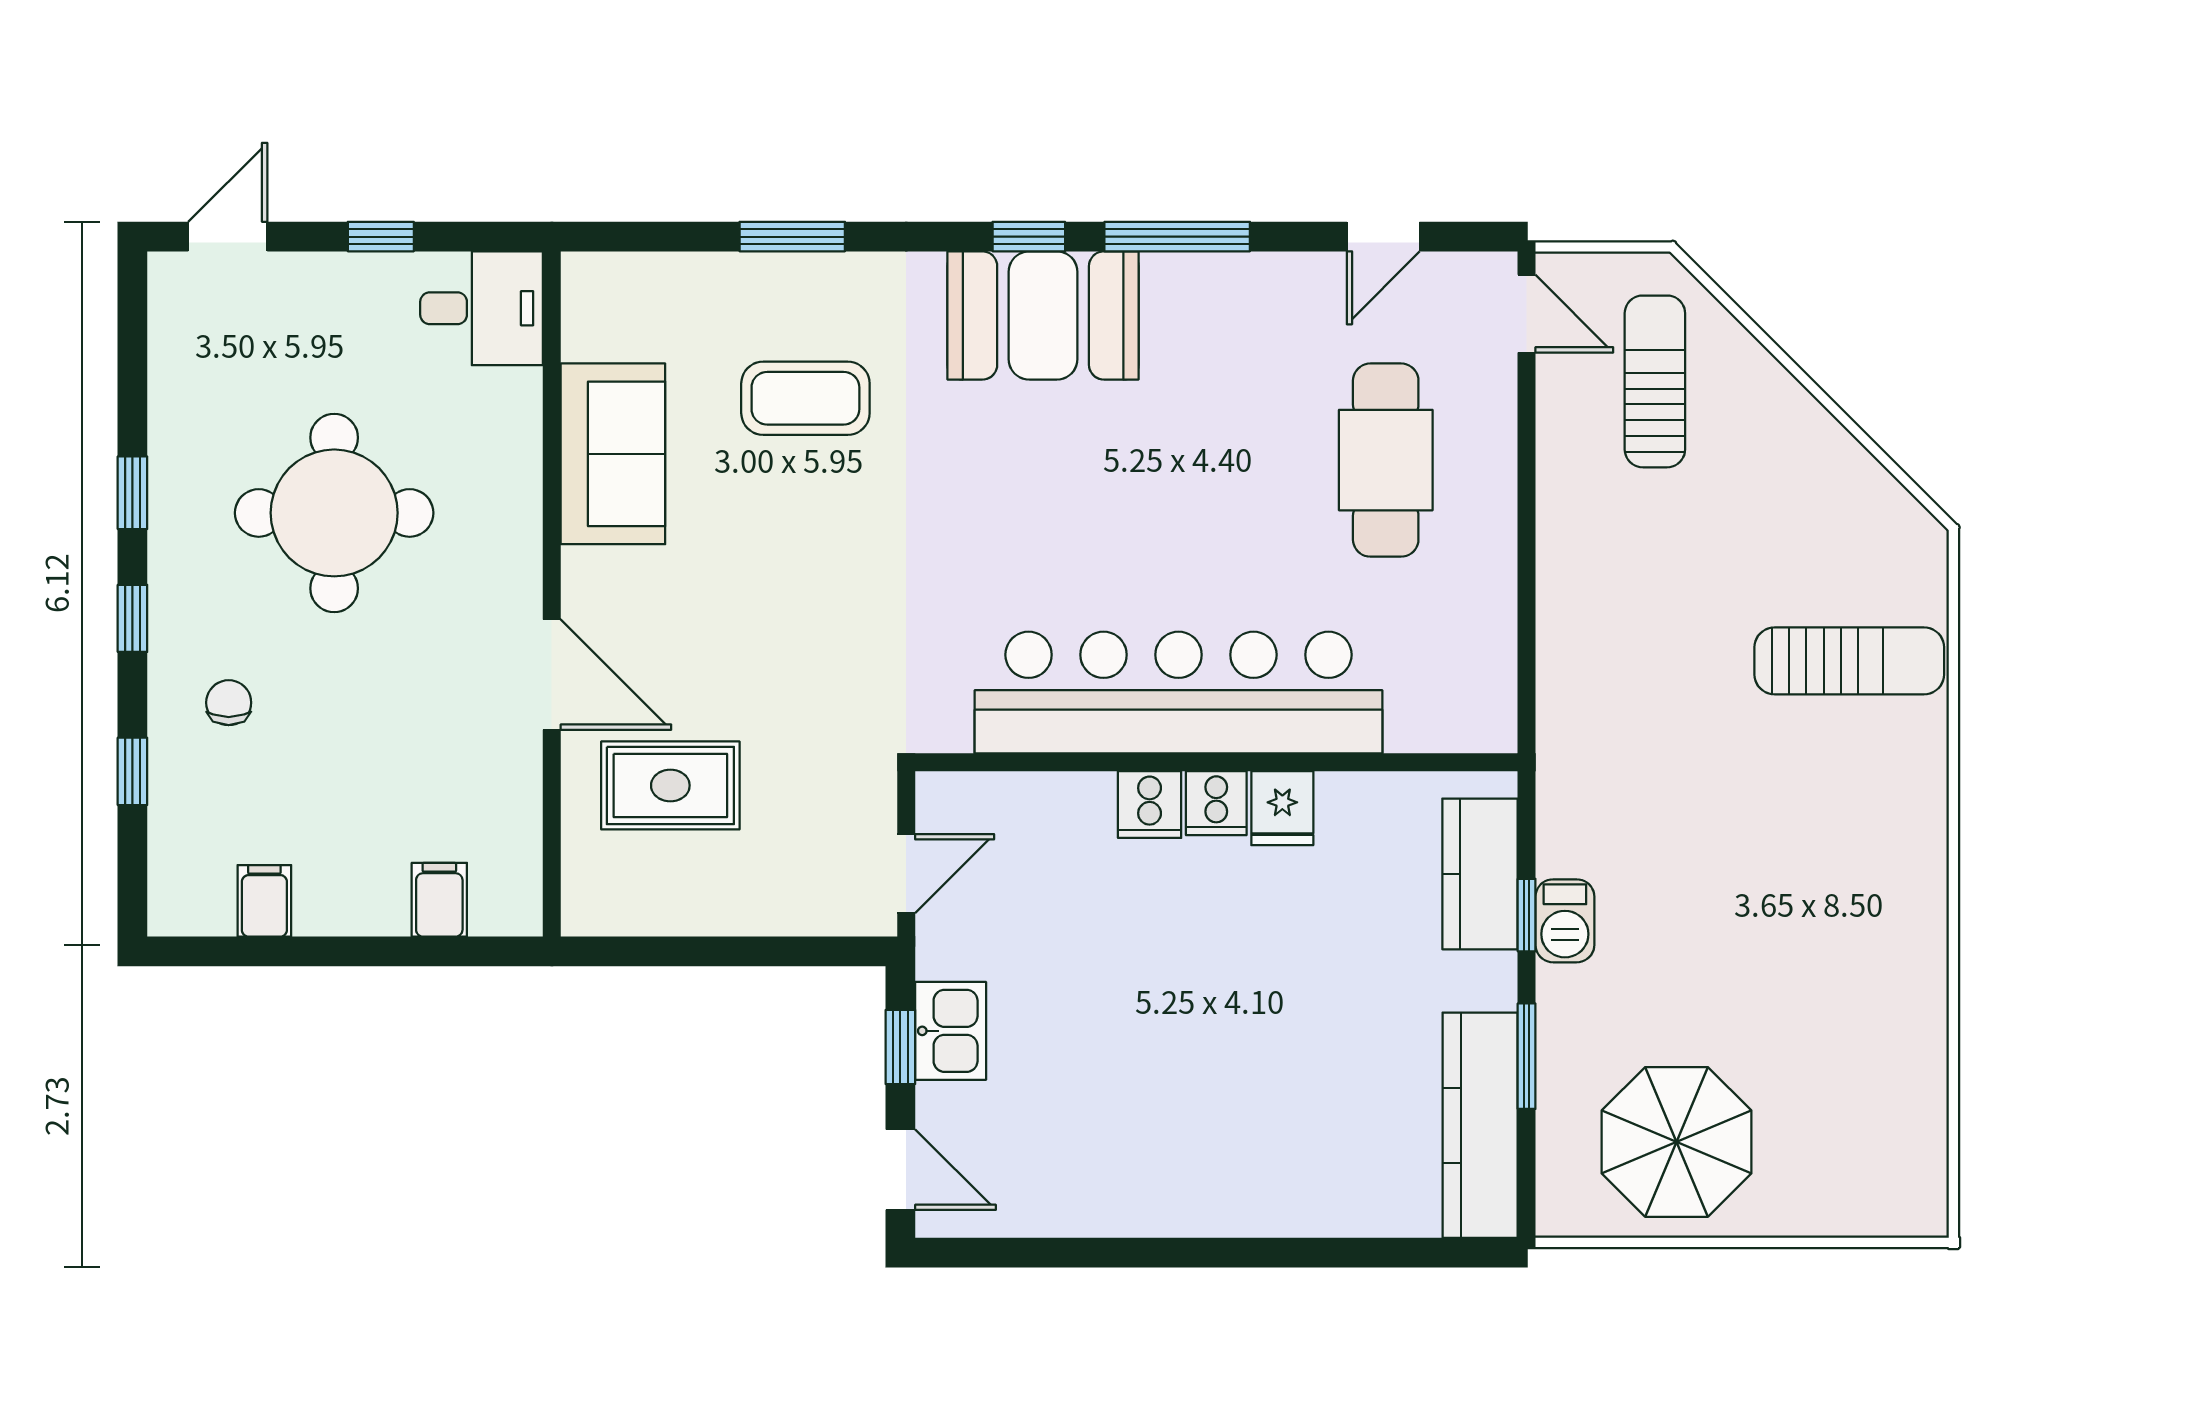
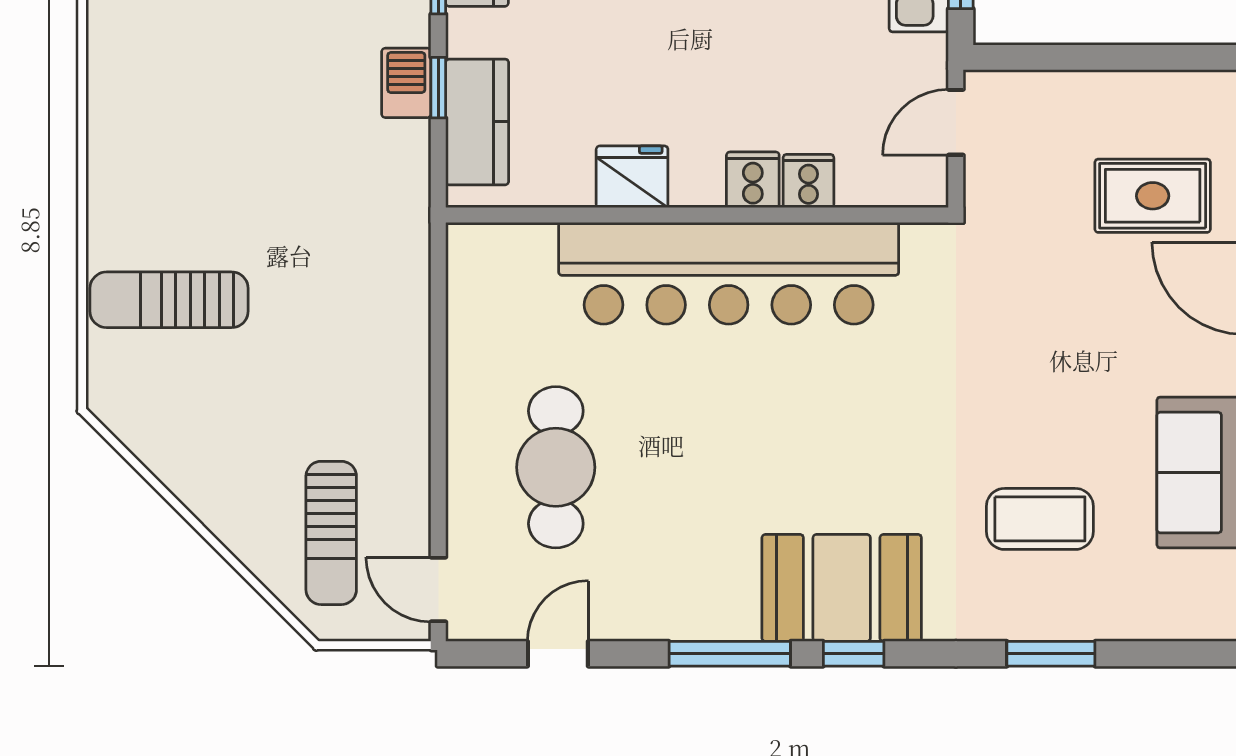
cooker: (1216, 803) -> (808, 181), moved
fridge: (1282, 808) -> (632, 177), width x1.38

